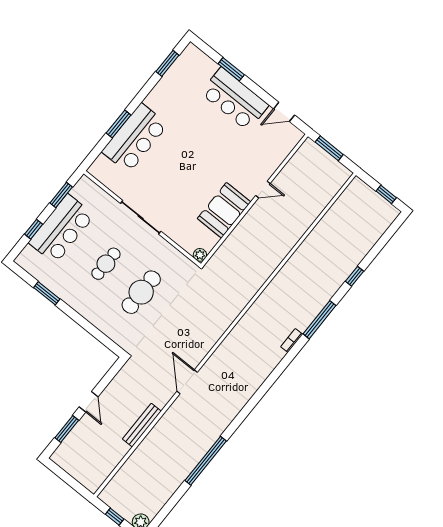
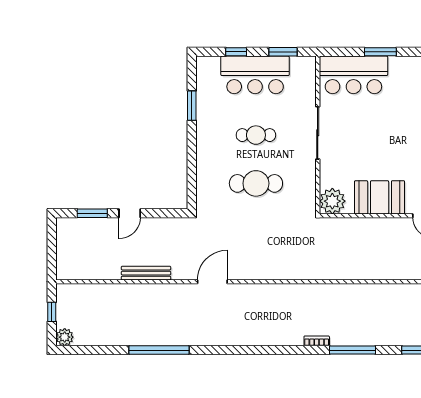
bar counter: (135, 138) -> (353, 75), moved
plant: (200, 255) -> (332, 201), width x1.88, depth x1.88

